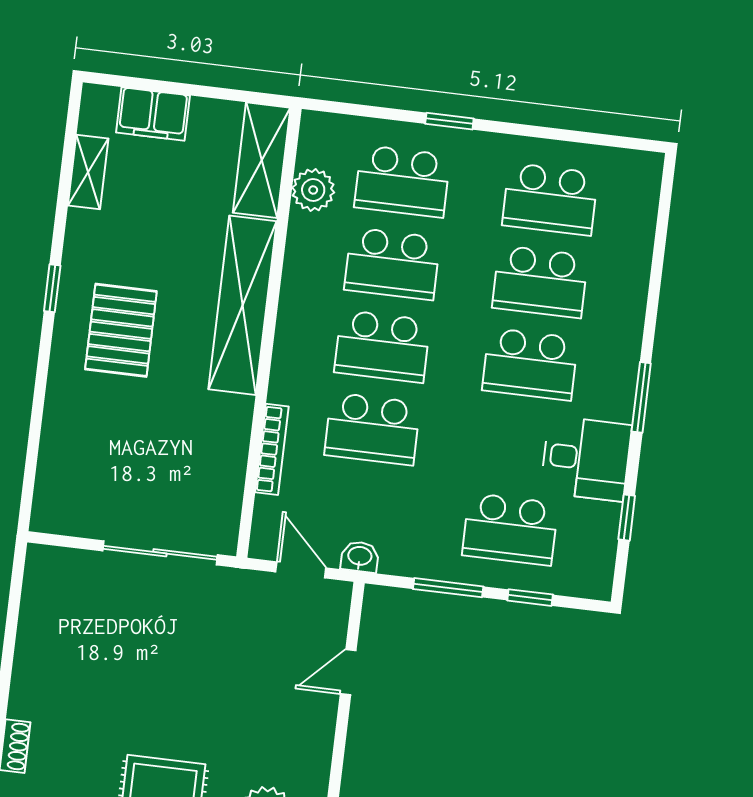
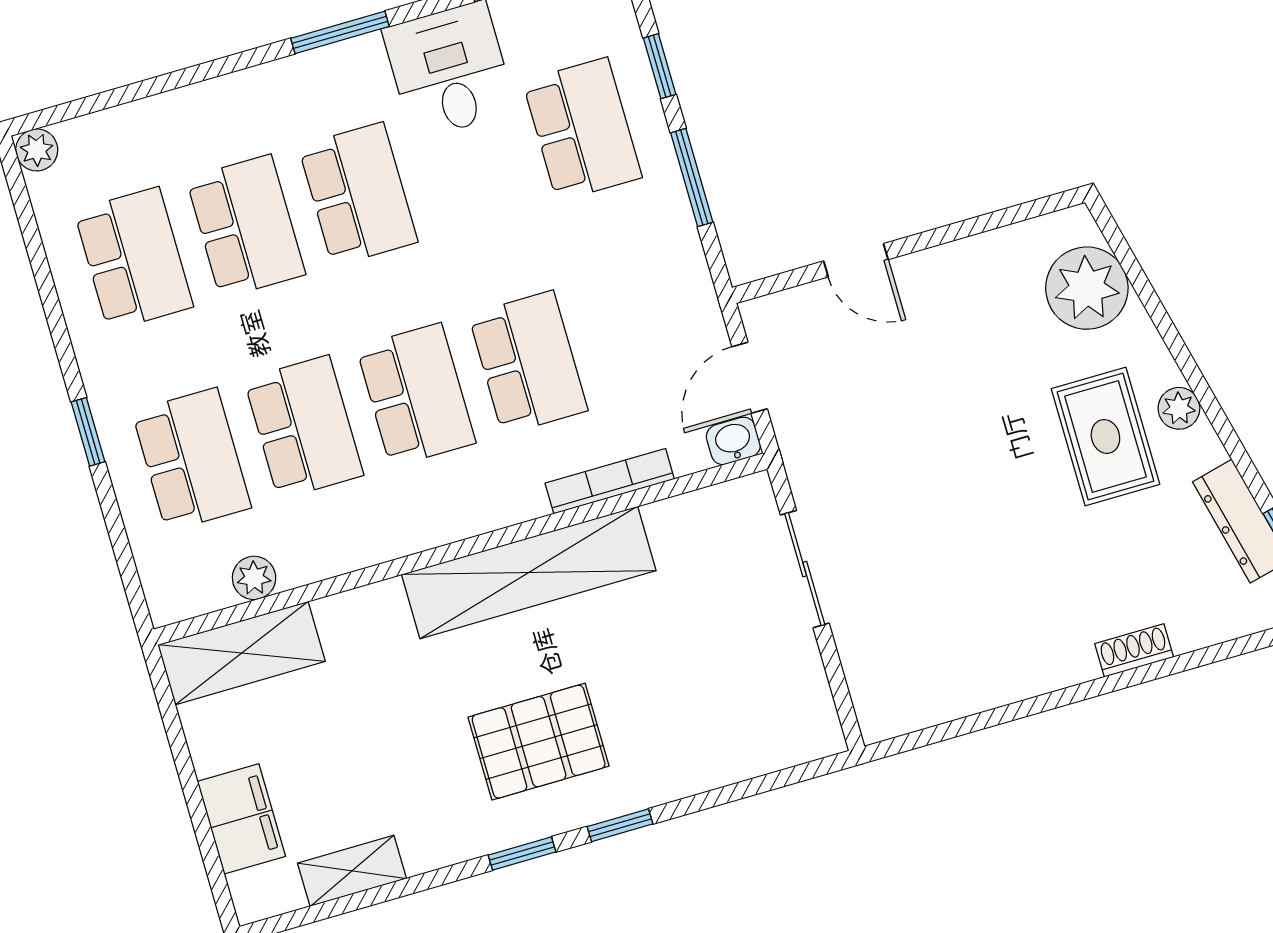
plant: (649, 166) -> (37, 150), added
plant: (313, 190) -> (254, 578), width x0.73, depth x0.73
shelving: (242, 305) -> (529, 572), moved
window: (43, 360) -> (620, 825), added
sliding door: (160, 553) -> (805, 569), width x0.73
washbasin: (360, 557) -> (733, 441), moved, turned 90

